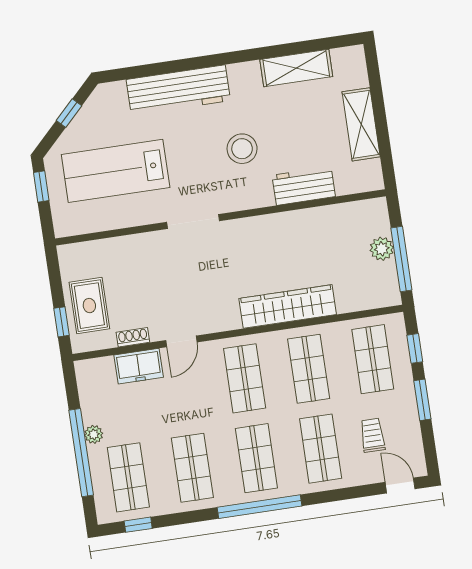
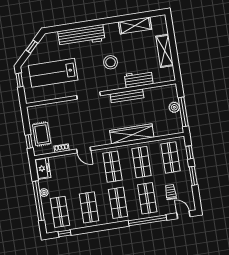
bench: (278, 223) -> (127, 96), added
door: (181, 341) -> (84, 150), hinge flipped
freezer: (139, 366) -> (43, 168), moved, turned -90
window: (260, 507) -> (147, 220), moved

